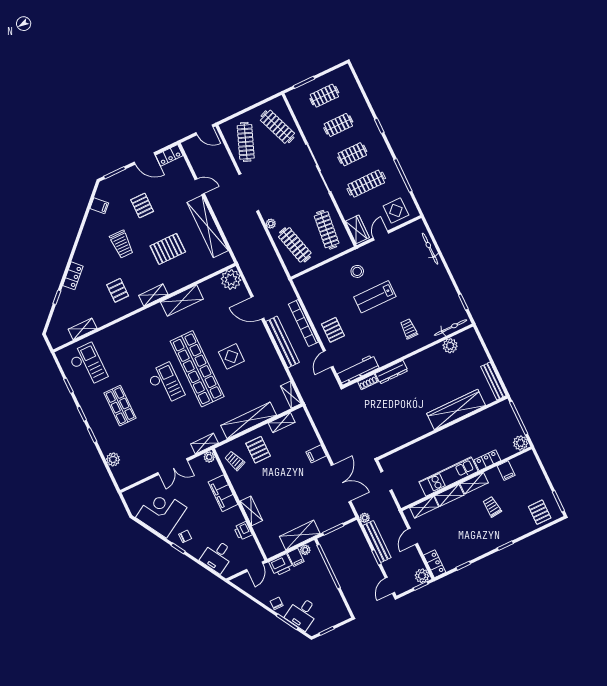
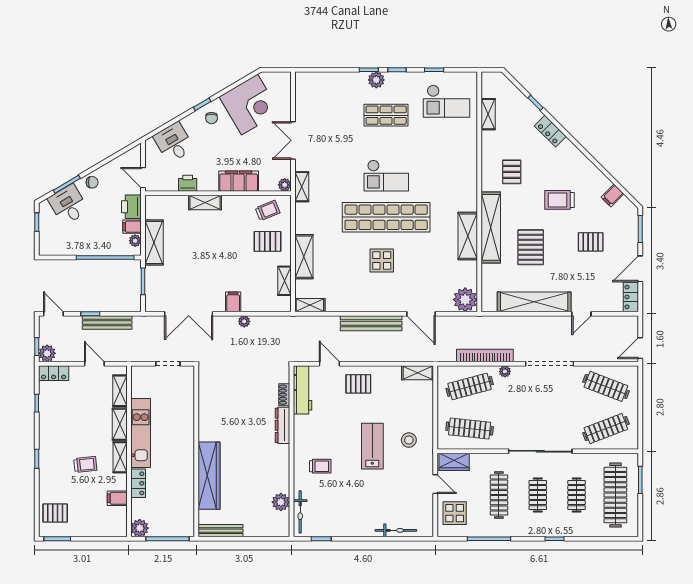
clothes rail: (324, 96) -> (615, 495), width x1.86, depth x1.31
shelving: (303, 289) -> (418, 373), added
pallet: (118, 290) -> (512, 172), turned 90
shelving: (153, 295) -> (491, 227), width x2.20, depth x1.33
door: (257, 308) -> (421, 314), swing flipped
bookcase: (303, 323) -> (485, 355), moved
shelving: (249, 420) -> (304, 257), width x0.68
plant: (113, 459) -> (376, 80), moved
plant: (365, 518) -> (244, 321), moved

